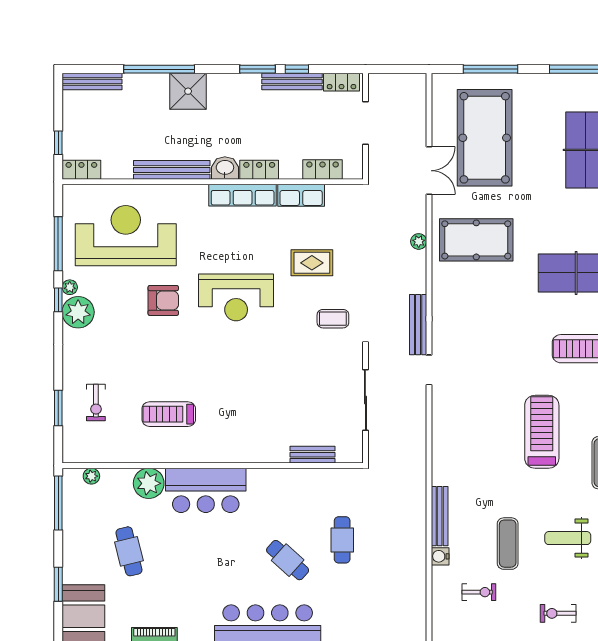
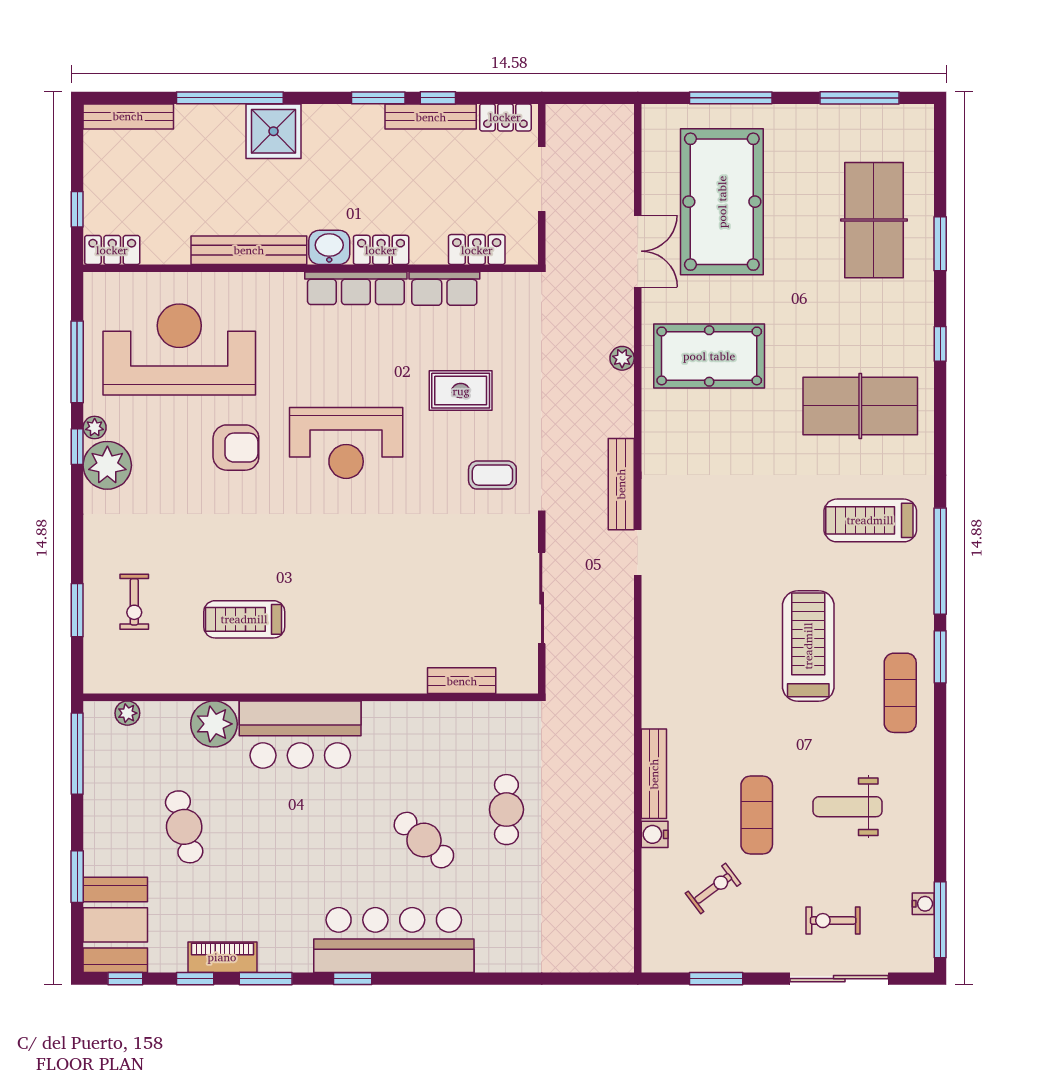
exercise bike: (479, 592) -> (713, 888), turned -37

